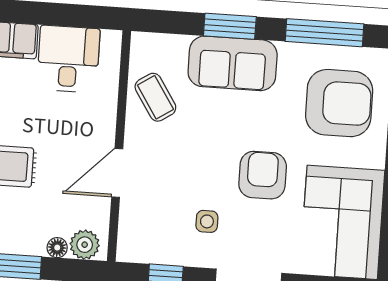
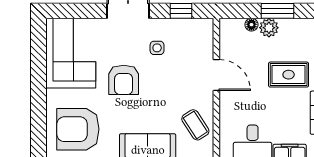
door: (117, 173) -> (216, 75), hinge flipped
plant: (85, 245) -> (269, 28), moved

